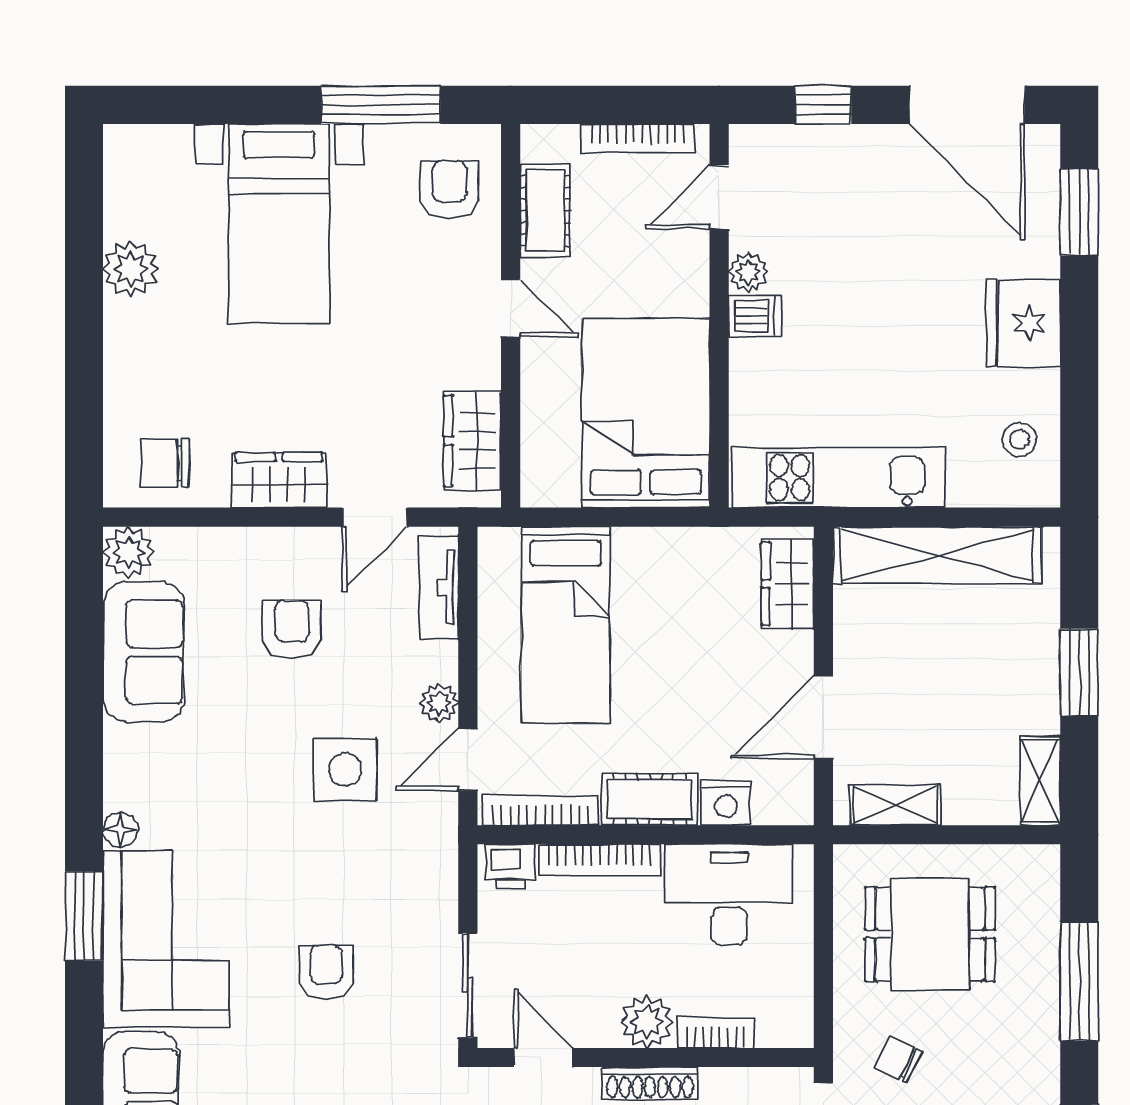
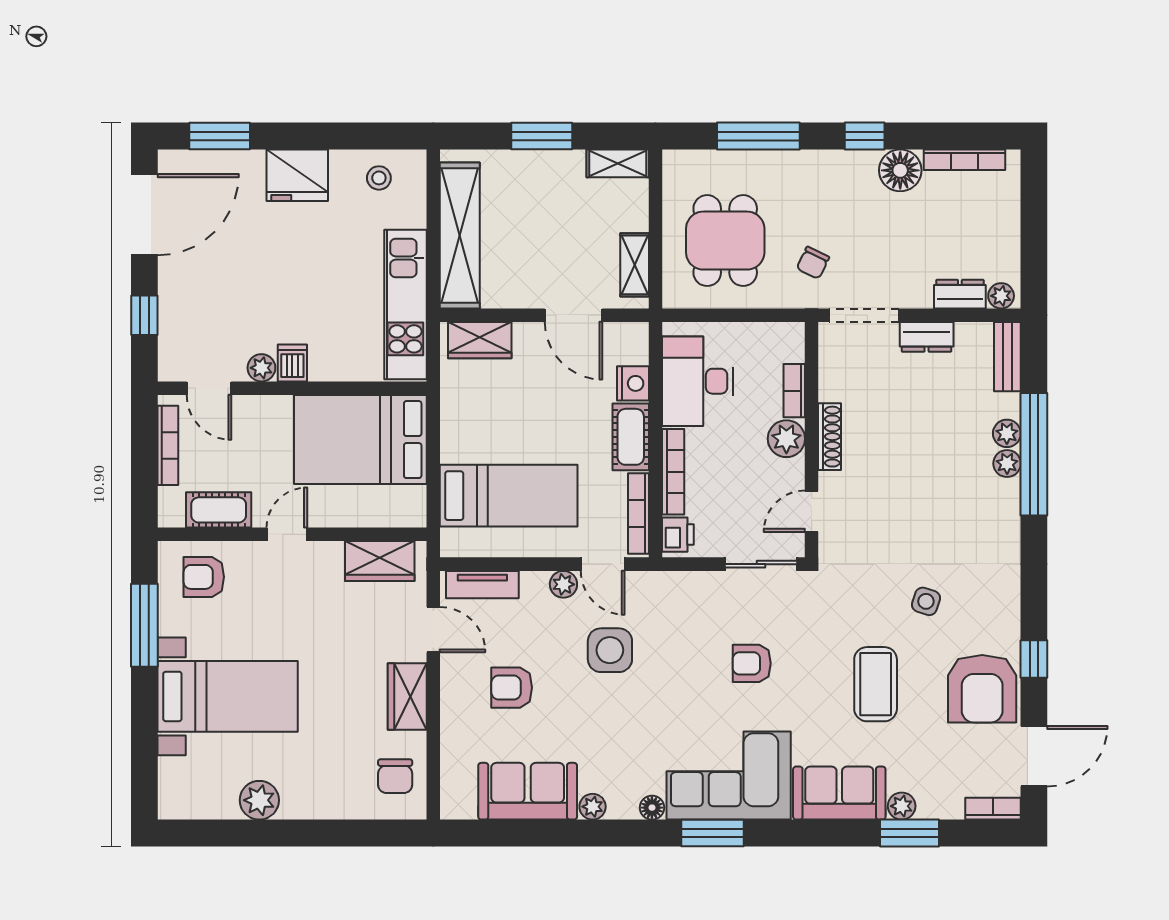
plant: (129, 552) -> (593, 807), moved, width x0.73, depth x0.73

